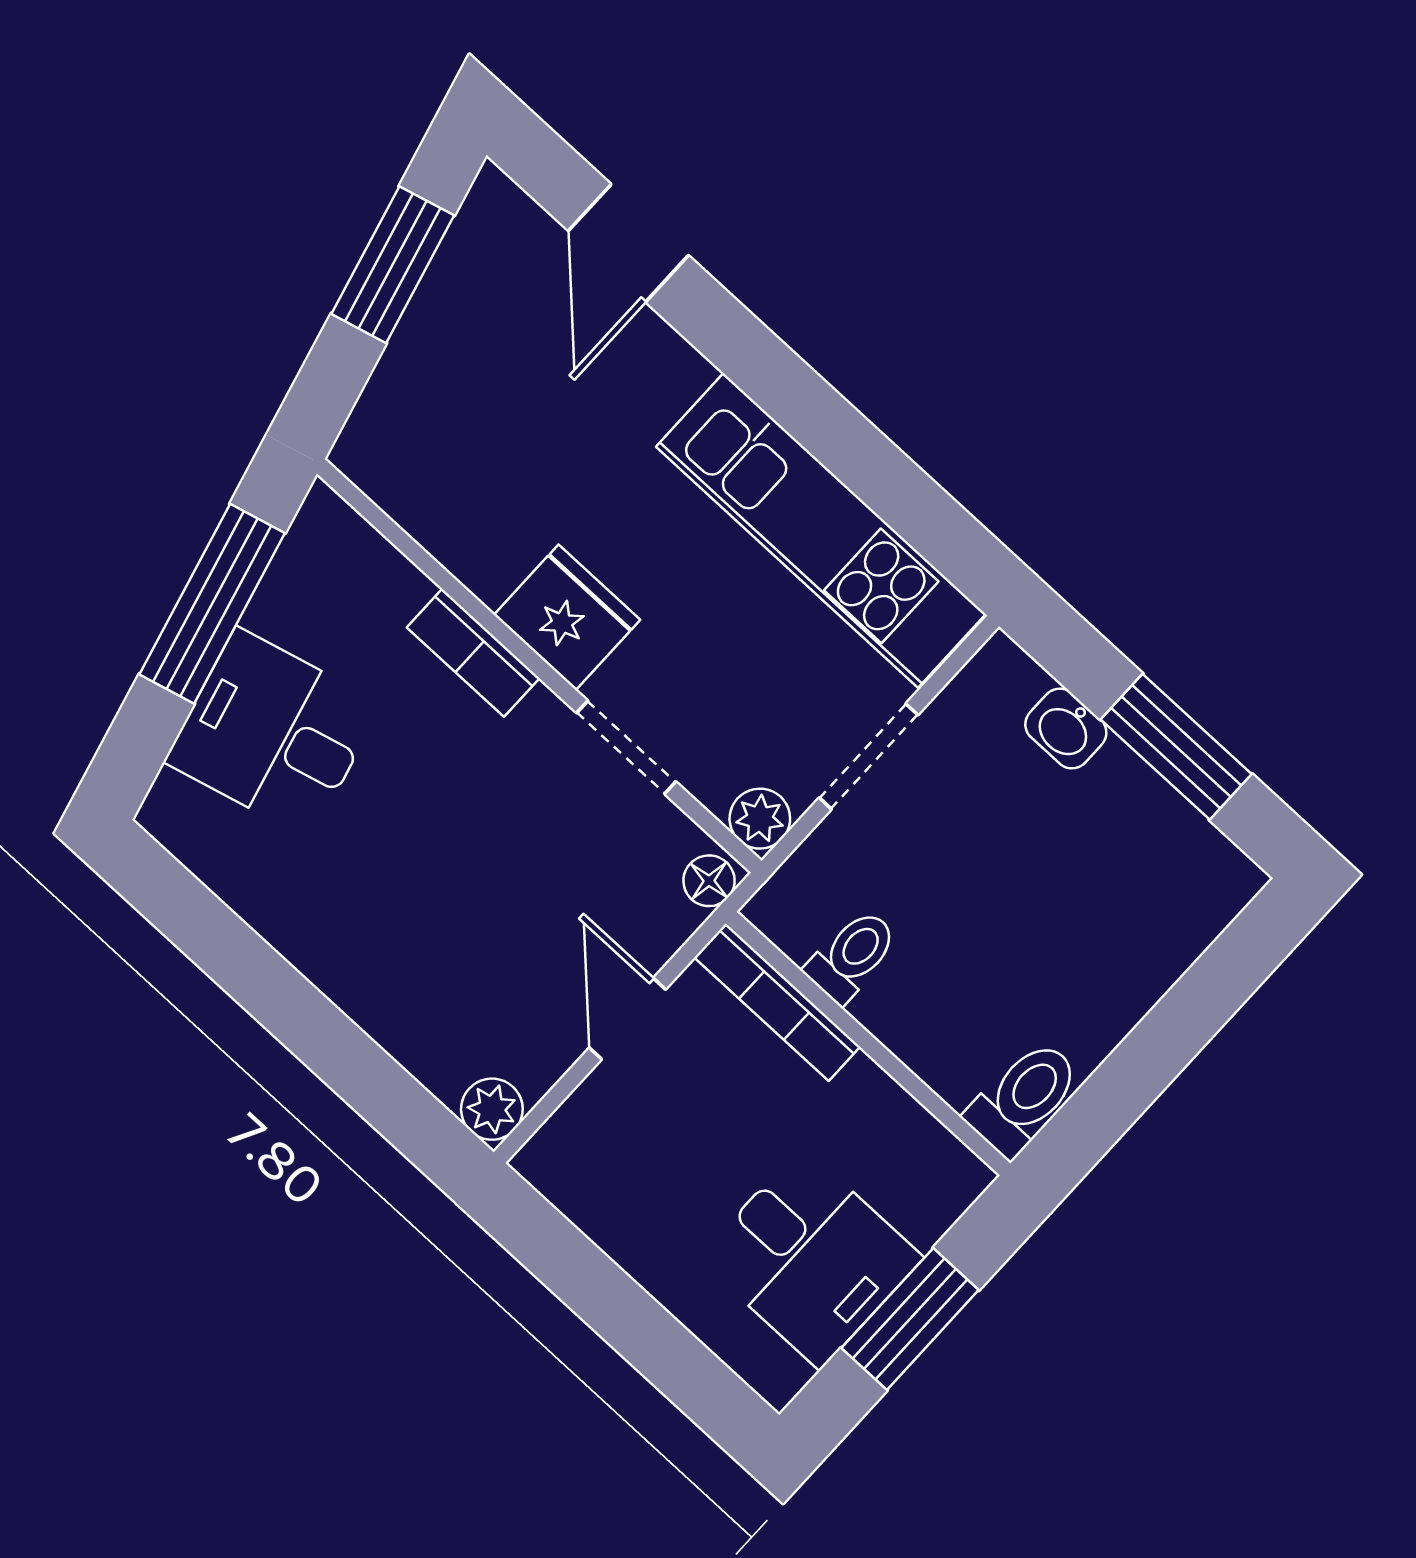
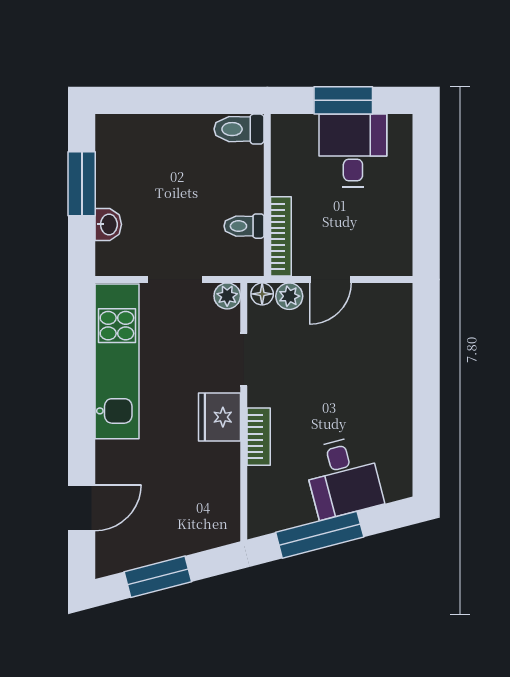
plant: (492, 1109) -> (289, 296), moved

